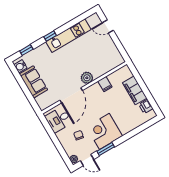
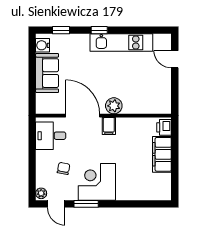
filing cabinet: (105, 84) -> (109, 126), moved
door: (71, 95) -> (83, 116), swing flipped
printer: (146, 106) -> (164, 127), moved

